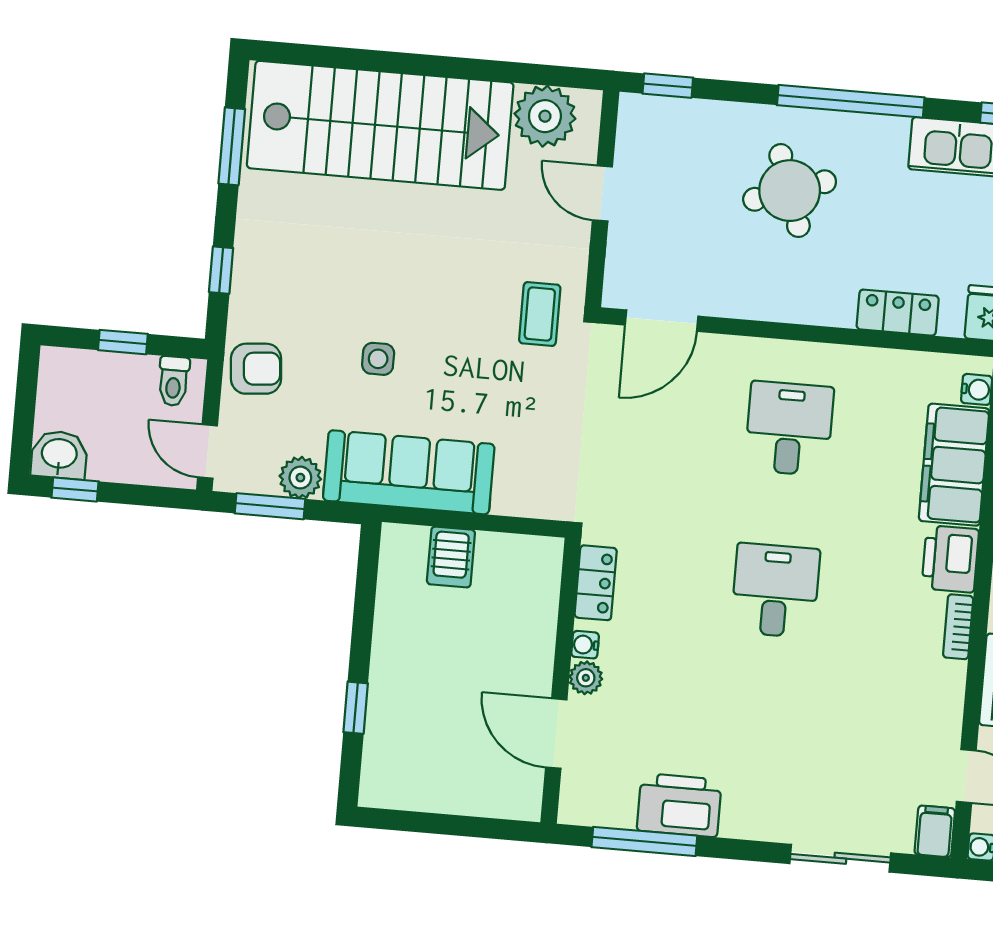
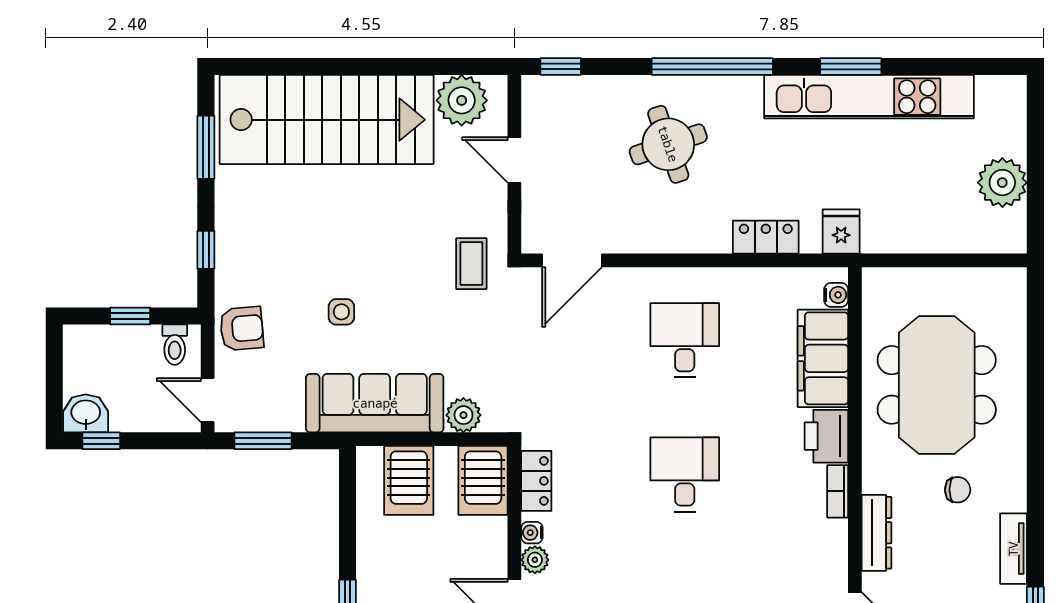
plant: (300, 478) -> (463, 415), moved
server rack: (451, 557) -> (409, 480), width x1.36, depth x1.44
server rack: (531, 577) -> (483, 480), added

